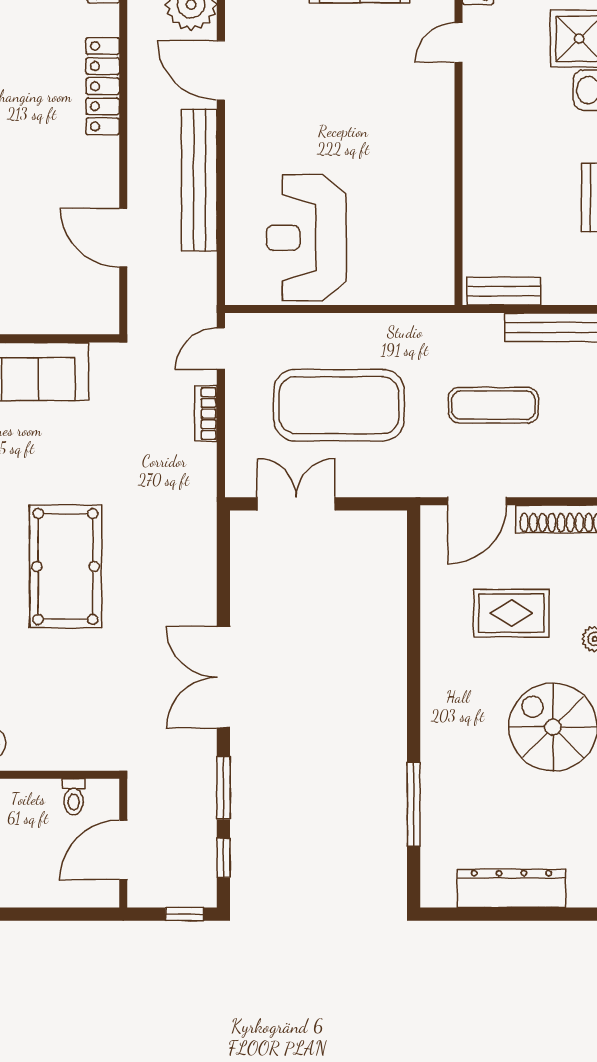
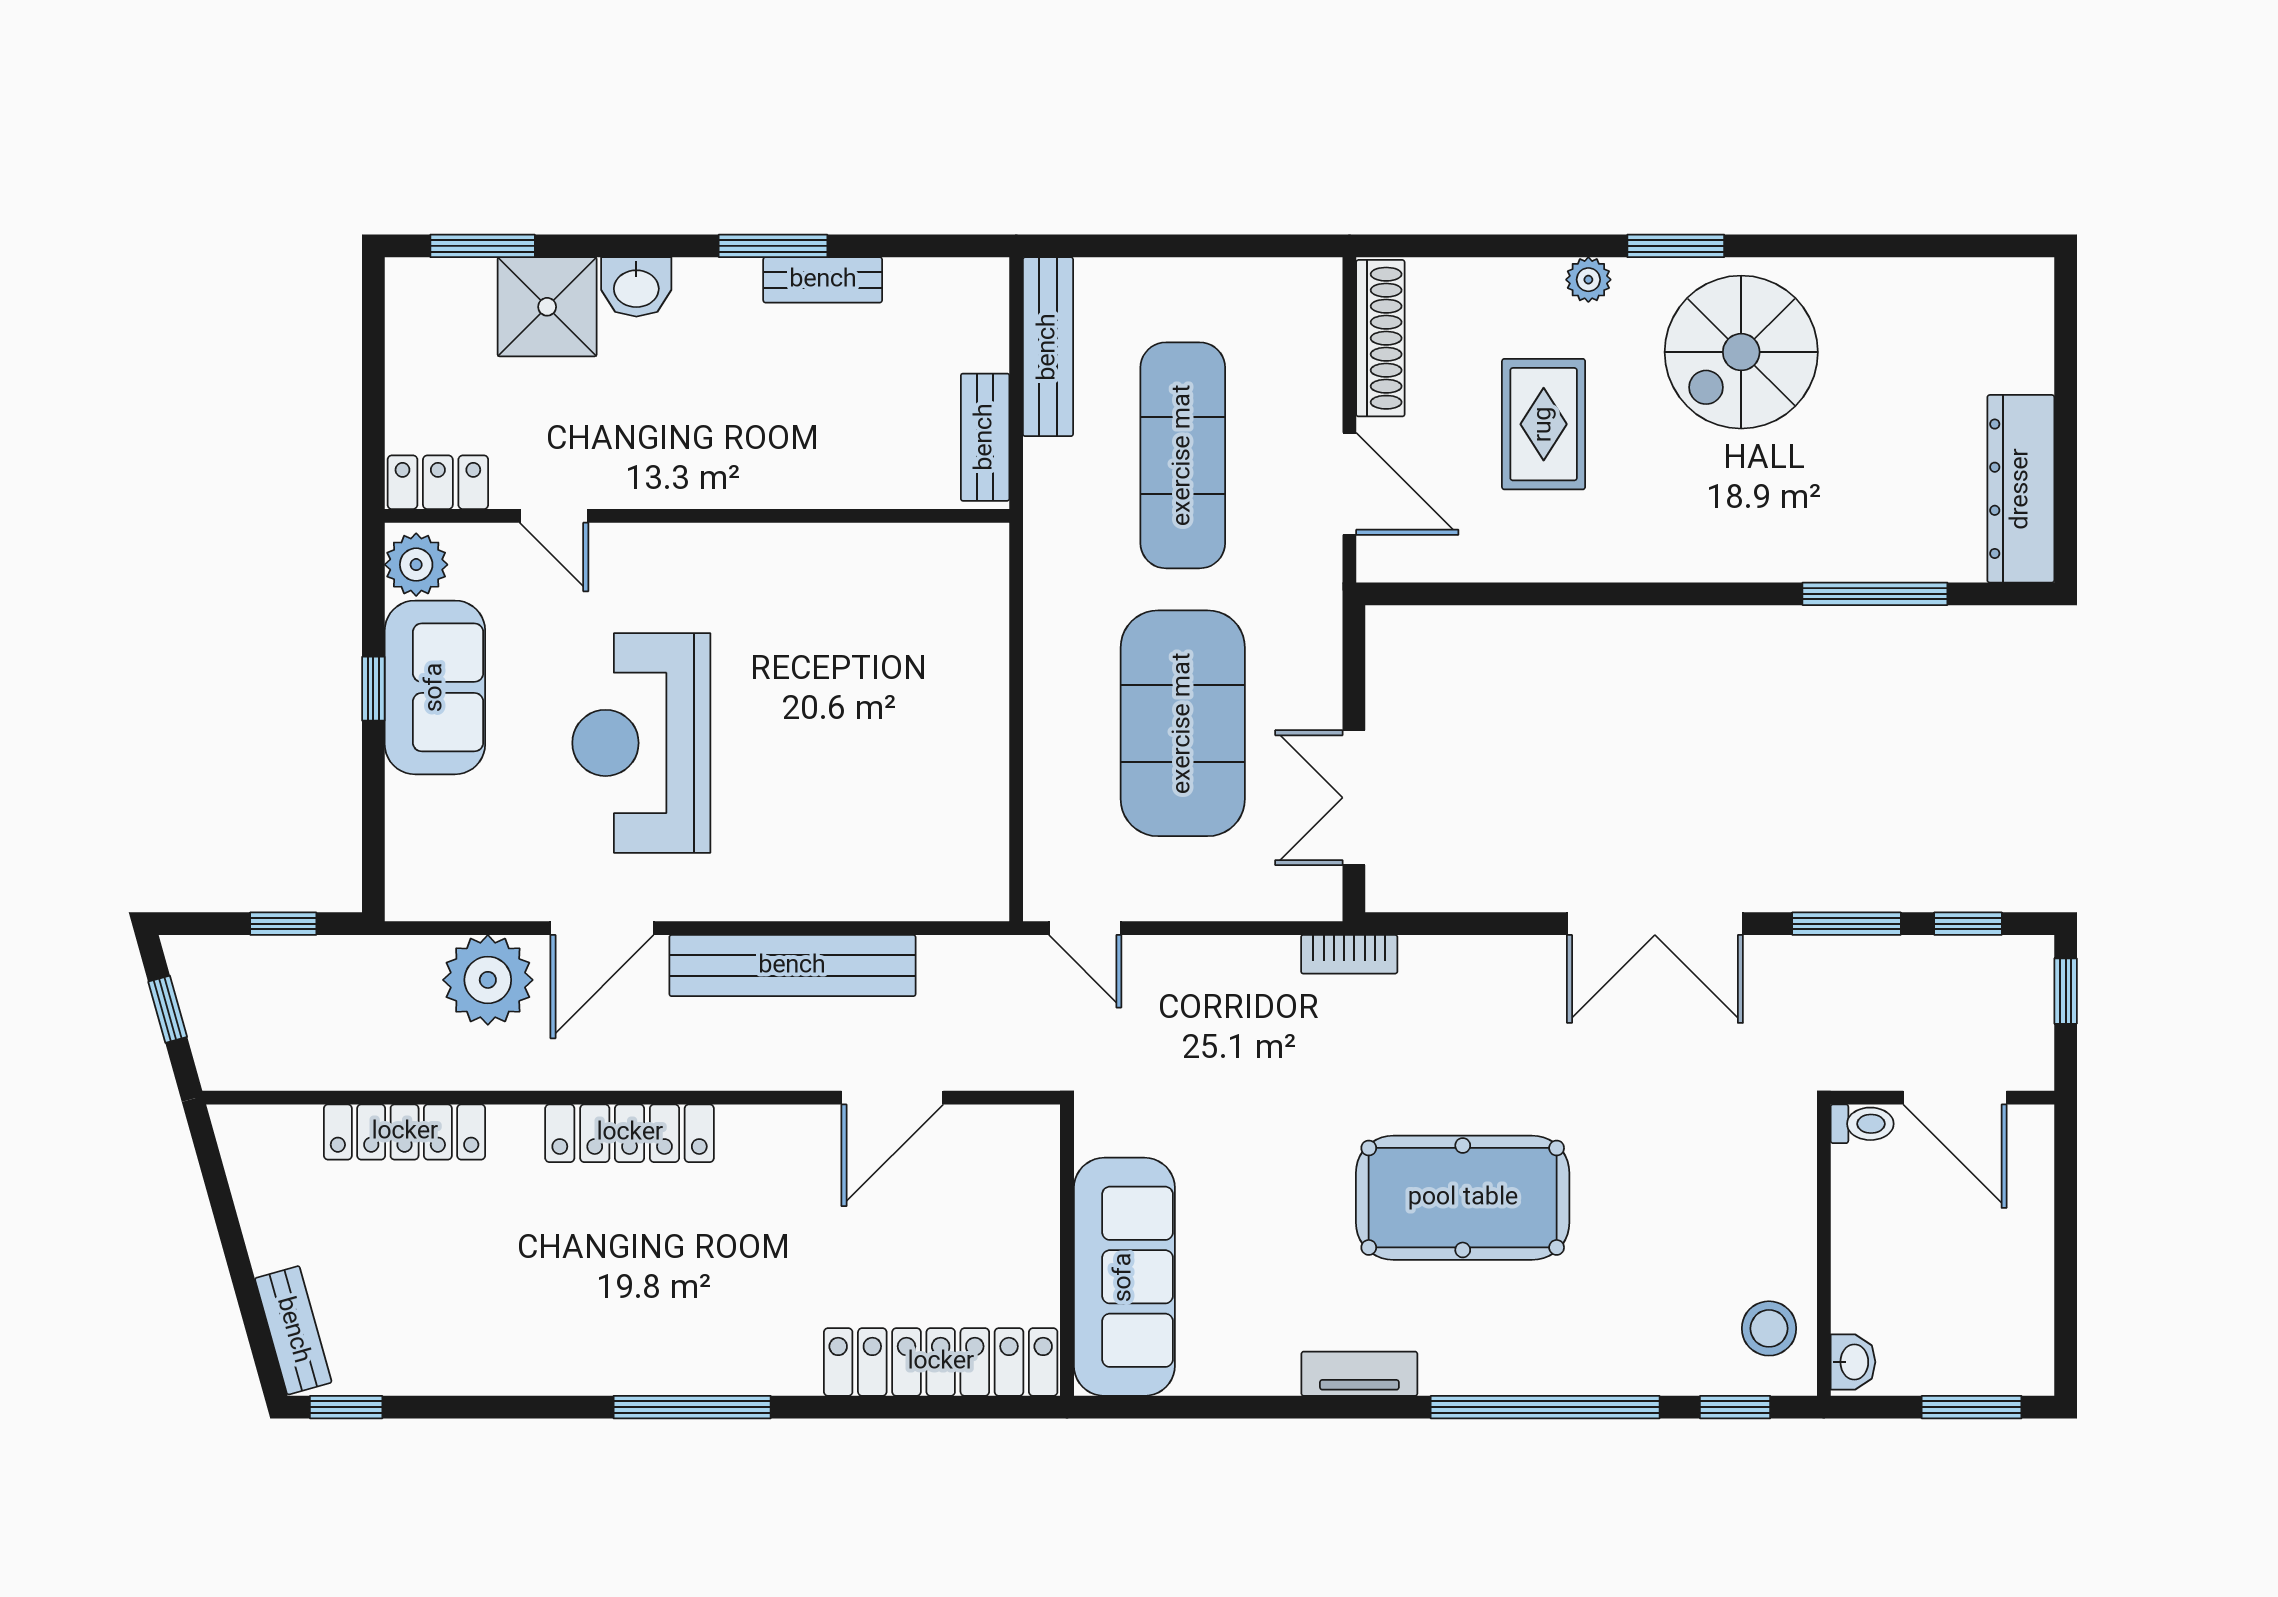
reception desk: (306, 238) -> (641, 743), moved, turned 90
exercise mat: (493, 405) -> (1183, 455), width x1.36, depth x1.45
bookcase: (206, 414) -> (1349, 954), moved
toilet: (74, 797) -> (1862, 1124), moved
dresser: (511, 888) -> (2021, 489), moved

